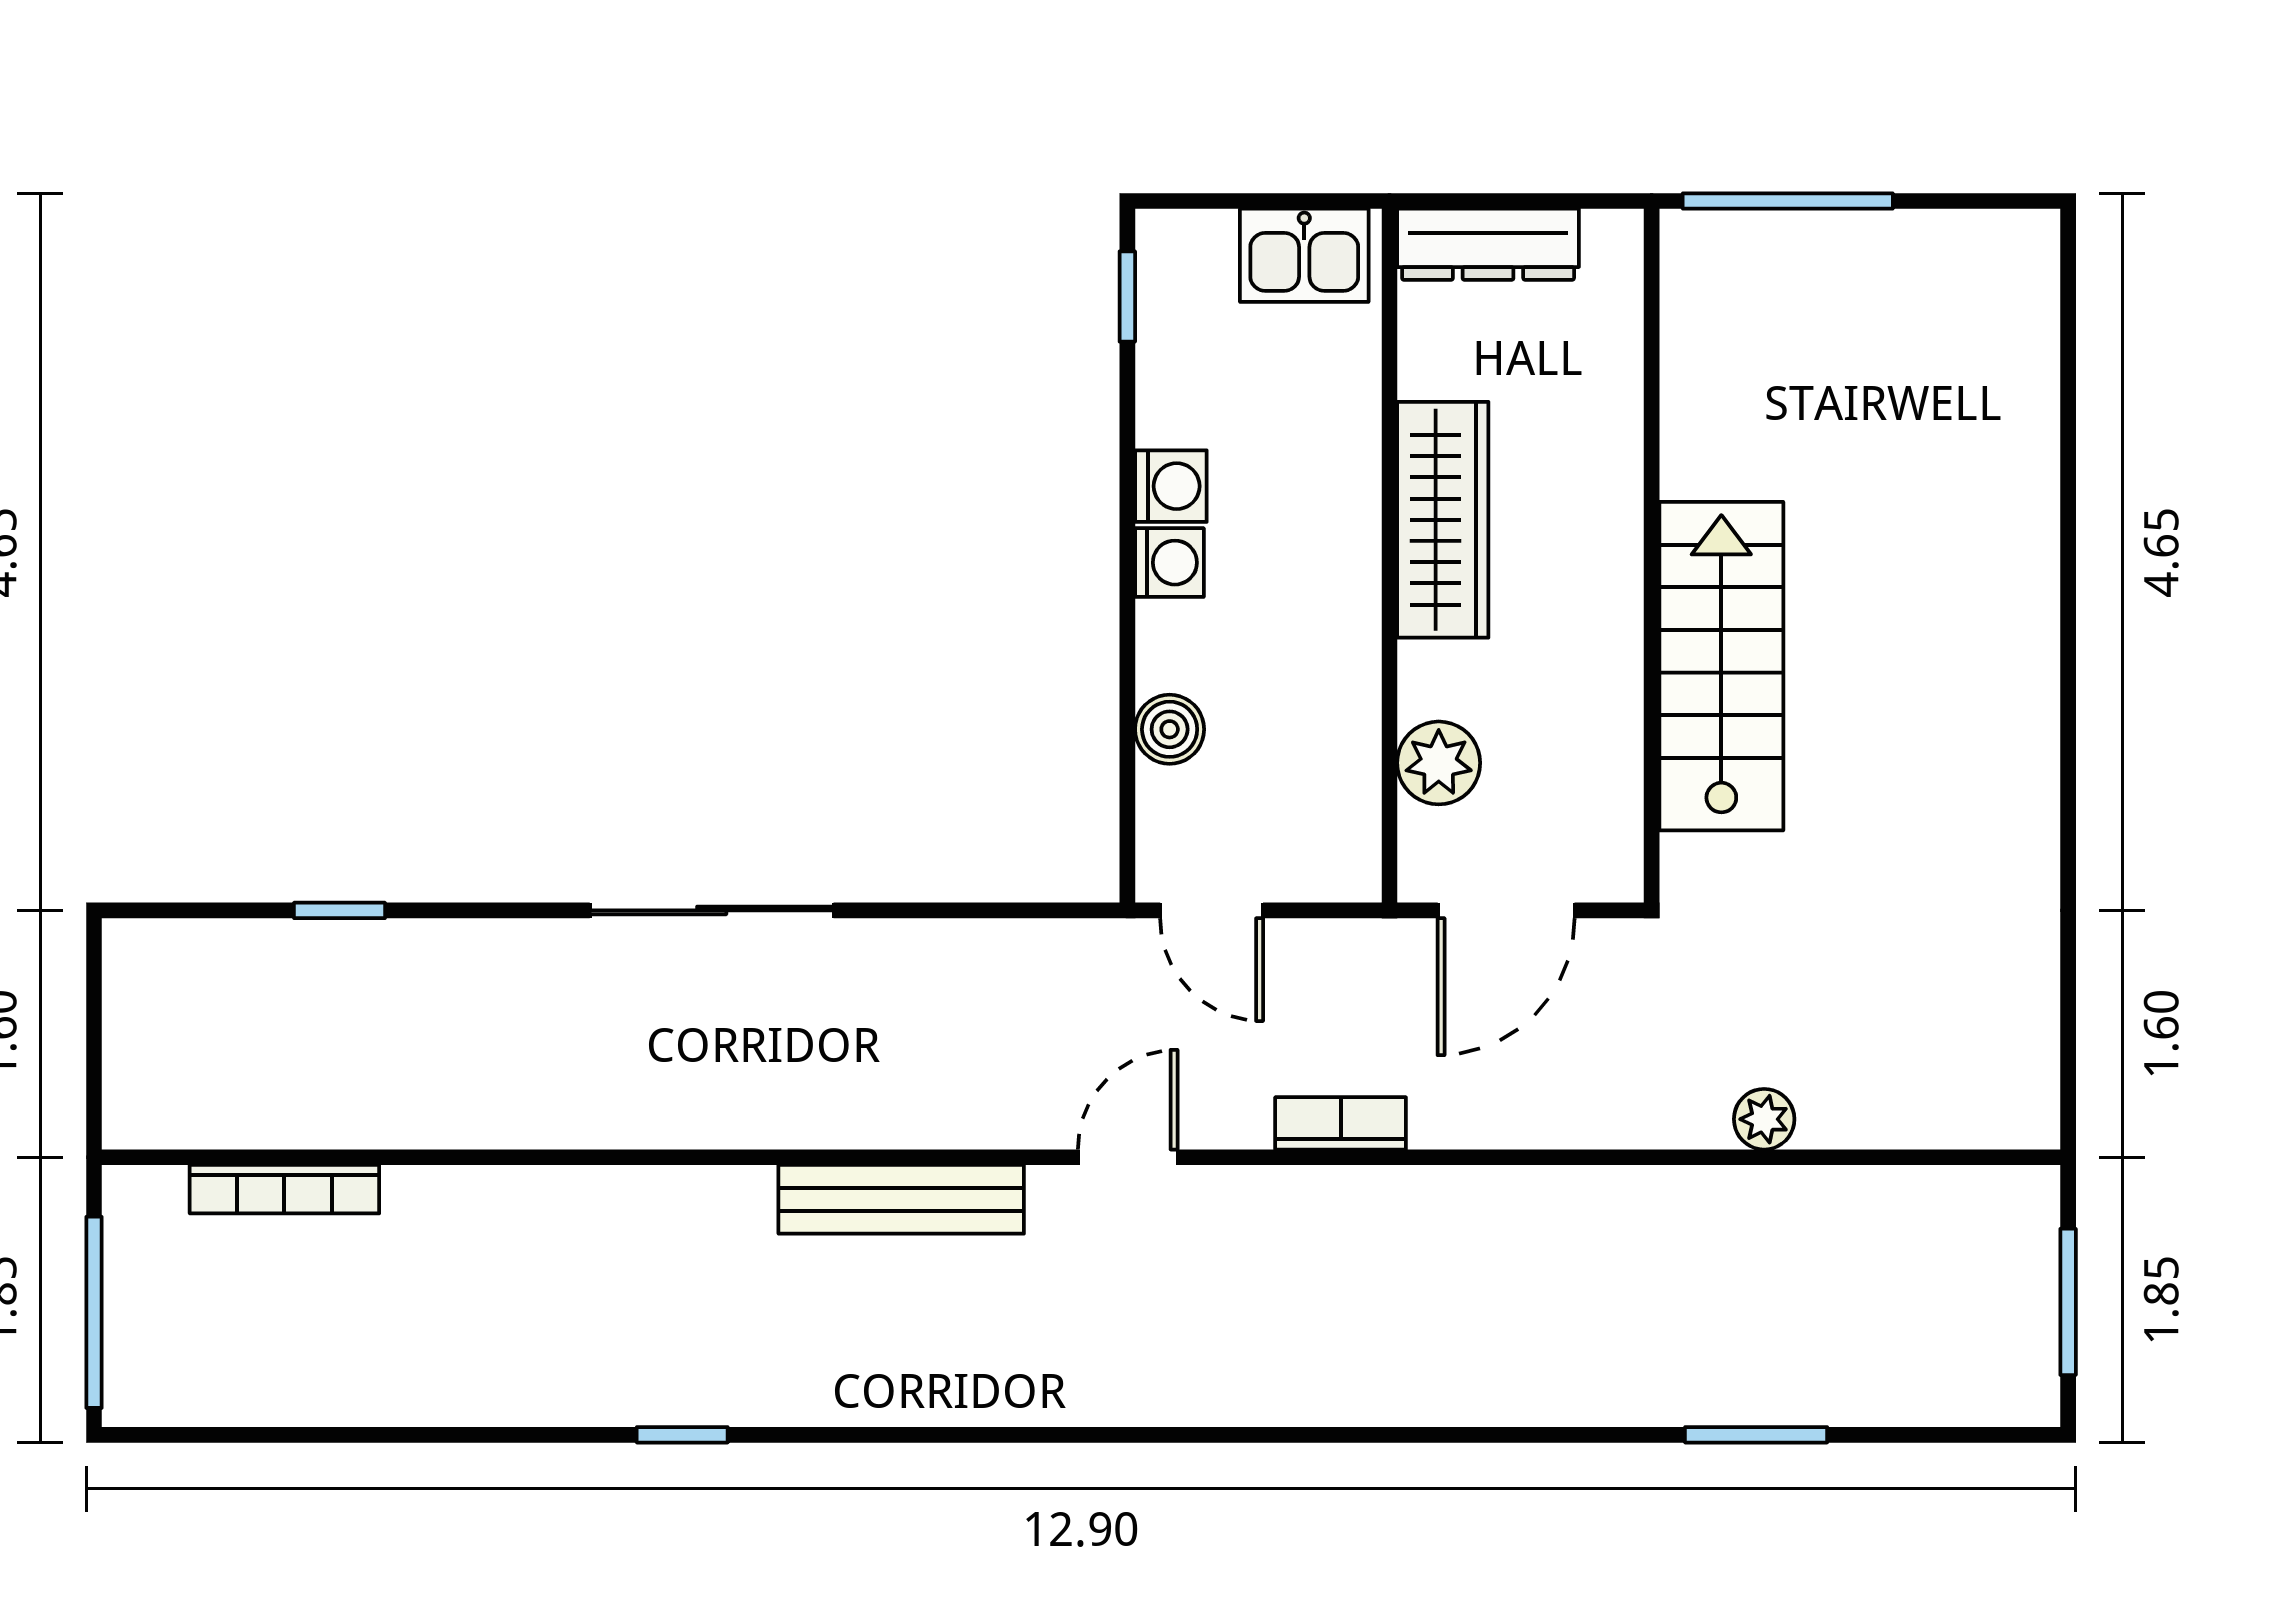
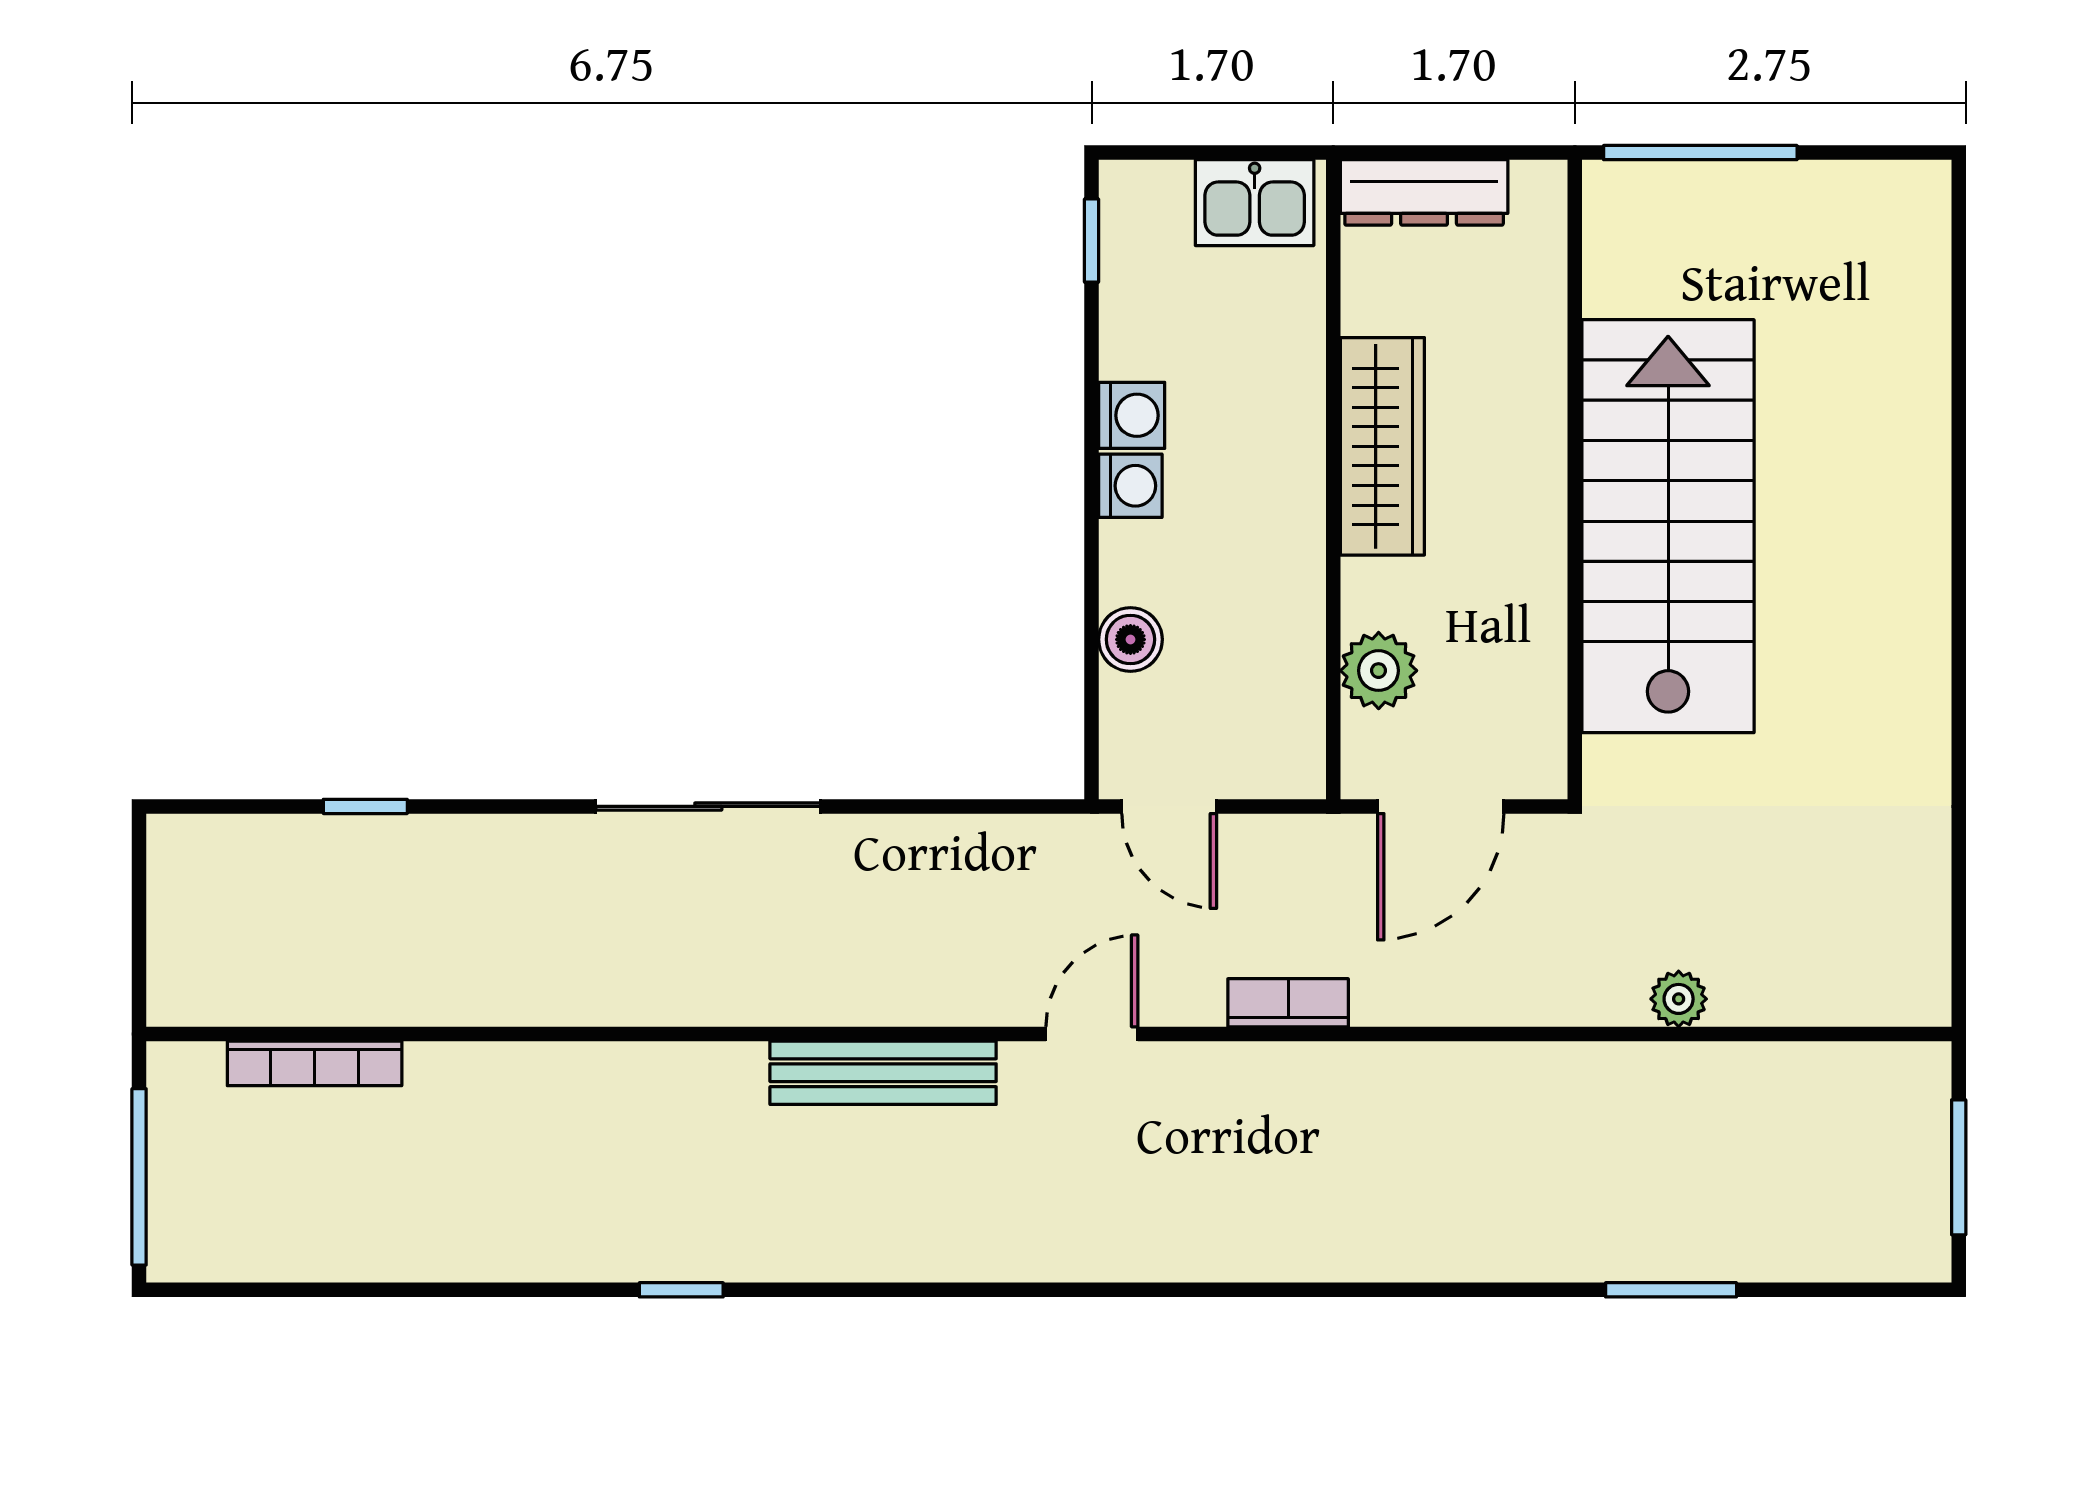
stairs: (1721, 666) -> (1668, 526), width x1.36, depth x1.51

